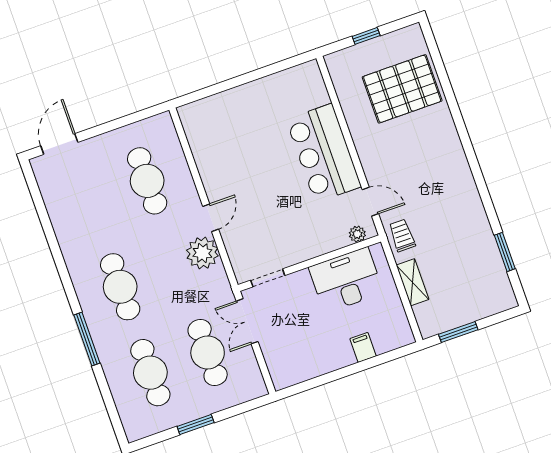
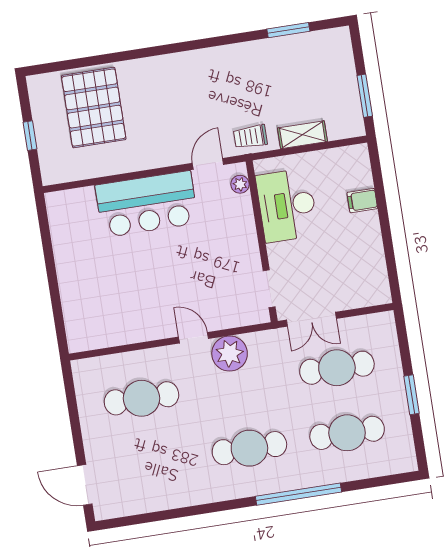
window: (87, 339) -> (299, 494), width x1.46

